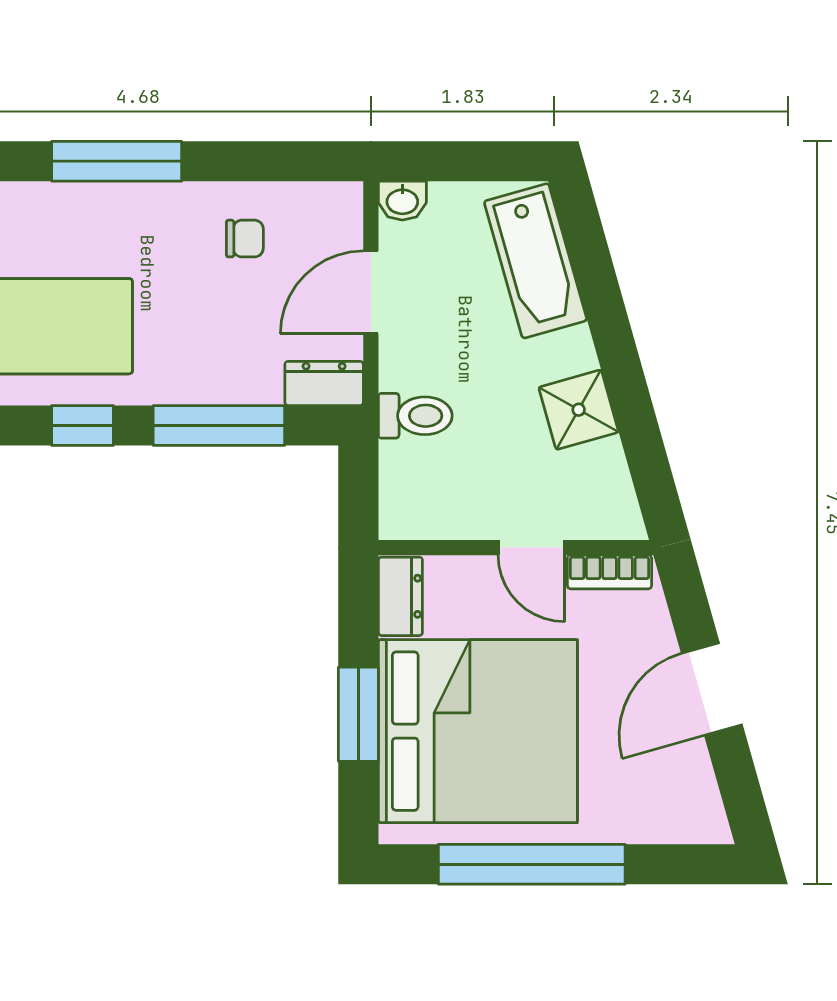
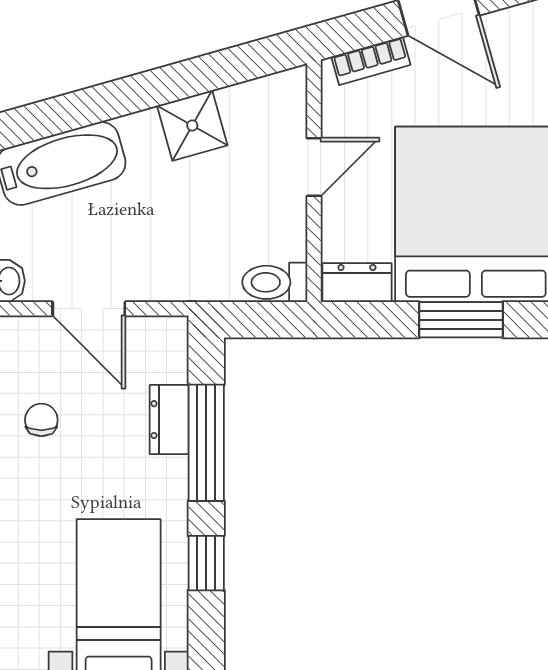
dresser: (324, 383) -> (169, 420), moved
toilet: (415, 416) -> (275, 282), moved, turned -90
bookcase: (609, 572) -> (371, 61), moved, turned 74

